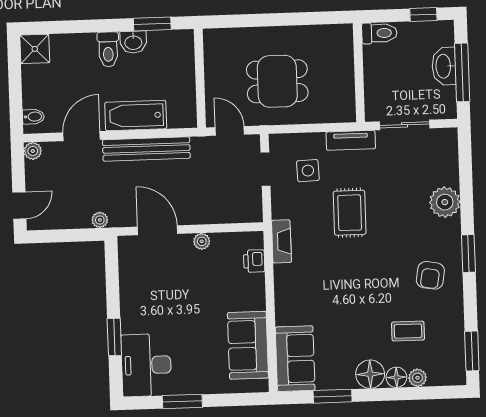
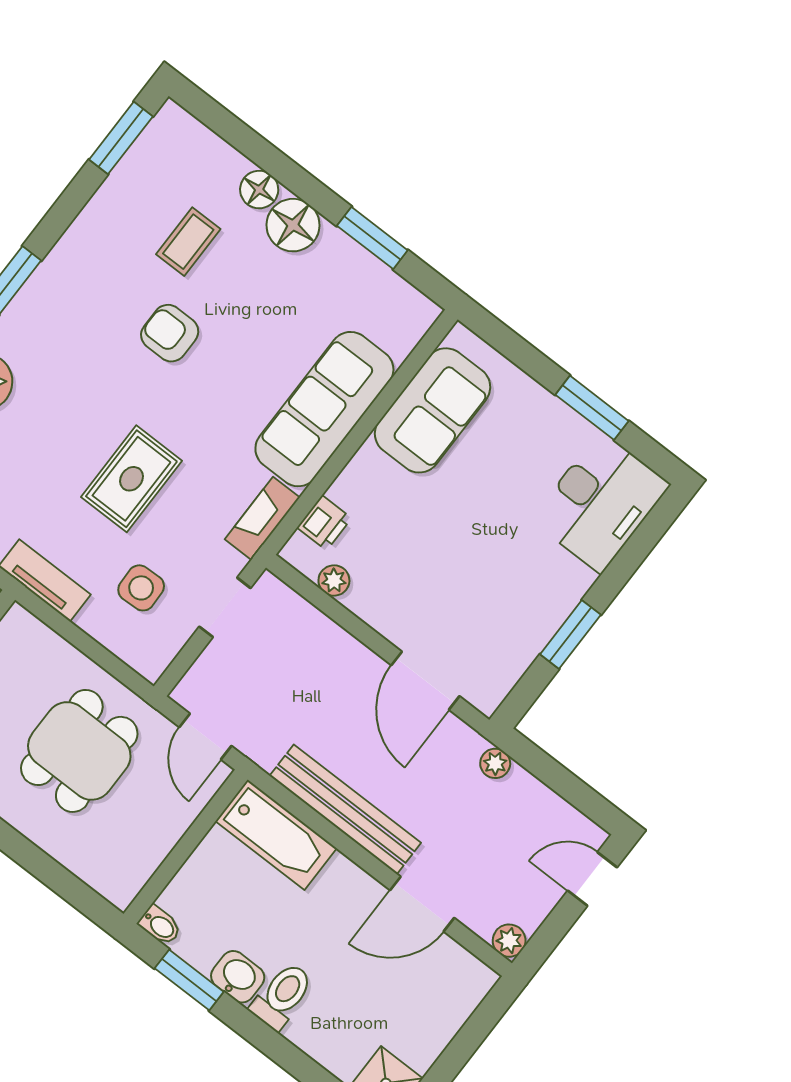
dining table: (277, 81) -> (79, 751), turned 90
bathtub: (136, 116) -> (276, 835), moved
bidet: (33, 117) -> (160, 925), moved, turned 180
doorway: (265, 169) -> (225, 607), moved
plant: (202, 241) -> (334, 581), moved
armchair: (430, 275) -> (170, 333), moved, turned -100
coffee table: (408, 331) -> (188, 242), turned 90
window: (114, 337) -> (570, 635), moved
sofa: (295, 359) -> (324, 409), moved, width x1.36
plant: (418, 378) -> (230, 164), removed

